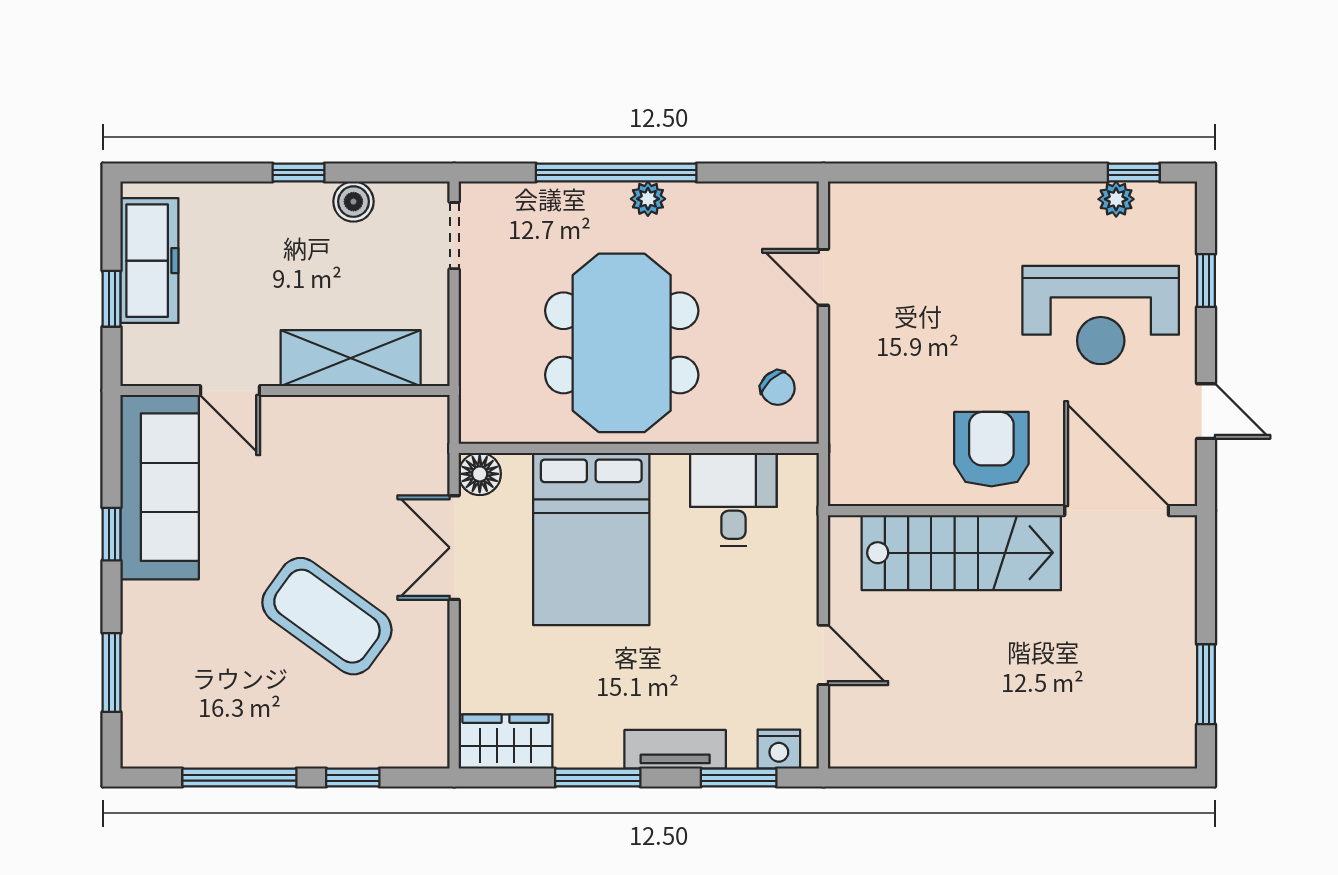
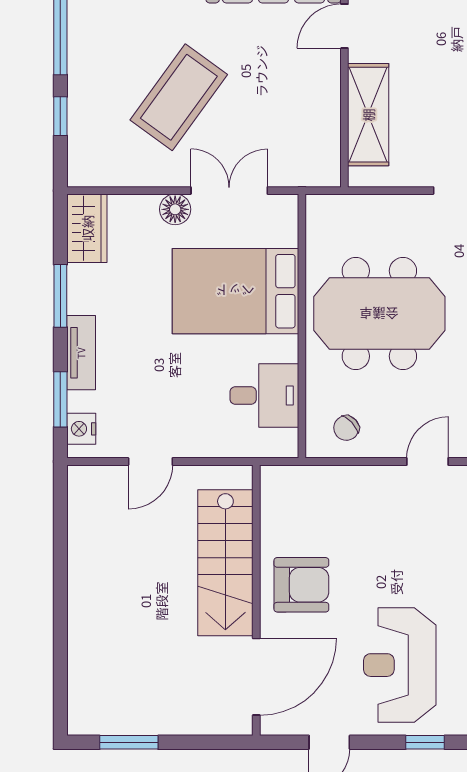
floor lamp: (480, 474) -> (175, 209), moved

